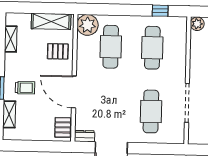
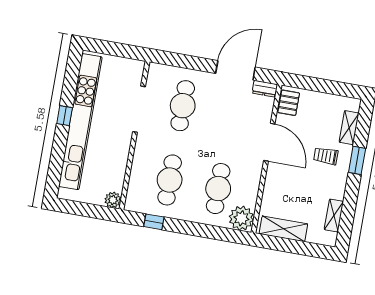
pallet: (58, 51) -> (281, 193), removed

